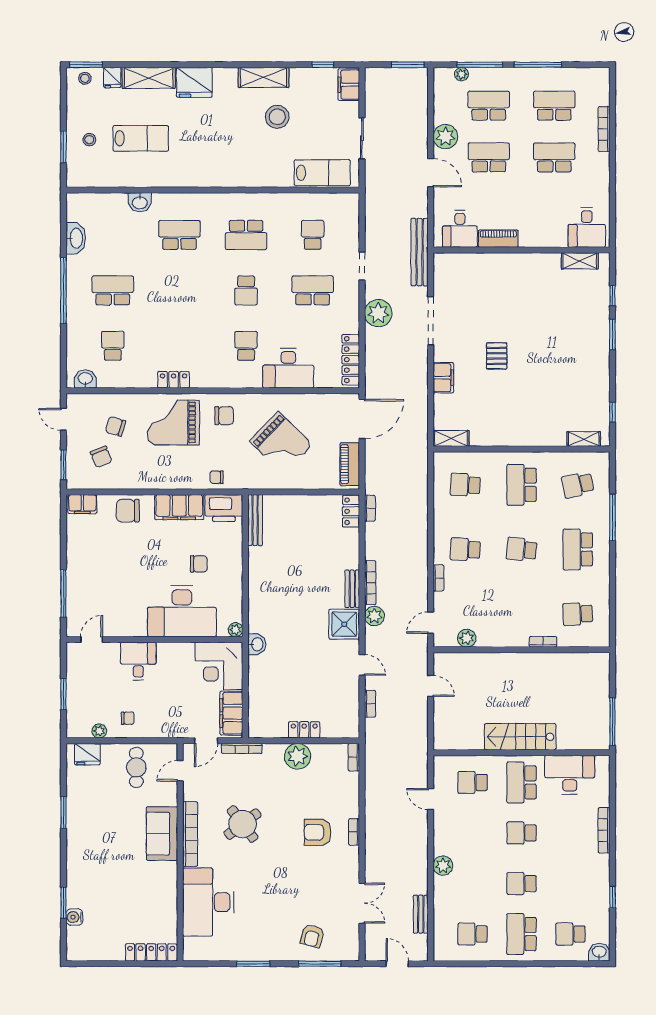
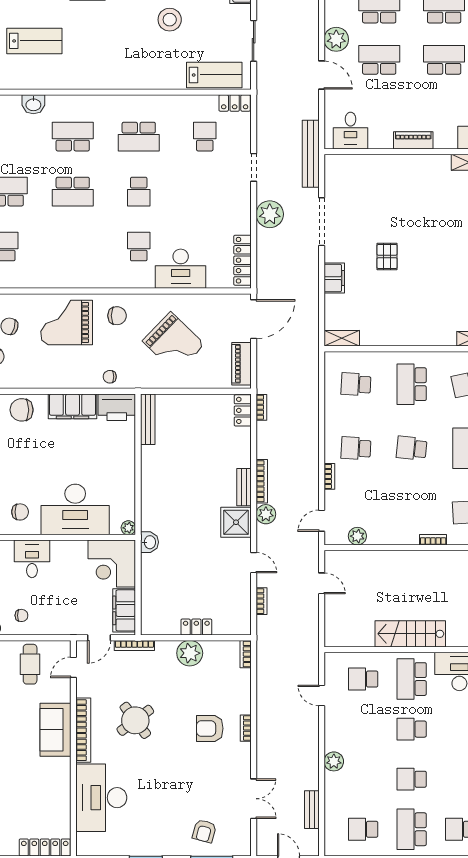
piano: (498, 239) -> (413, 140), moved
school desk: (313, 290) -> (73, 192), moved, turned 180
locker: (174, 380) -> (235, 103), moved, turned 180
chair: (199, 564) -> (20, 512), moved

